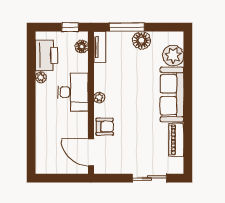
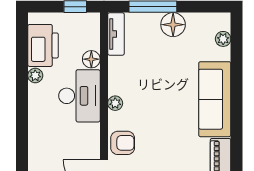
floor lamp: (82, 47) -> (91, 59), moved
plant: (173, 56) -> (223, 39), width x0.53, depth x0.53

